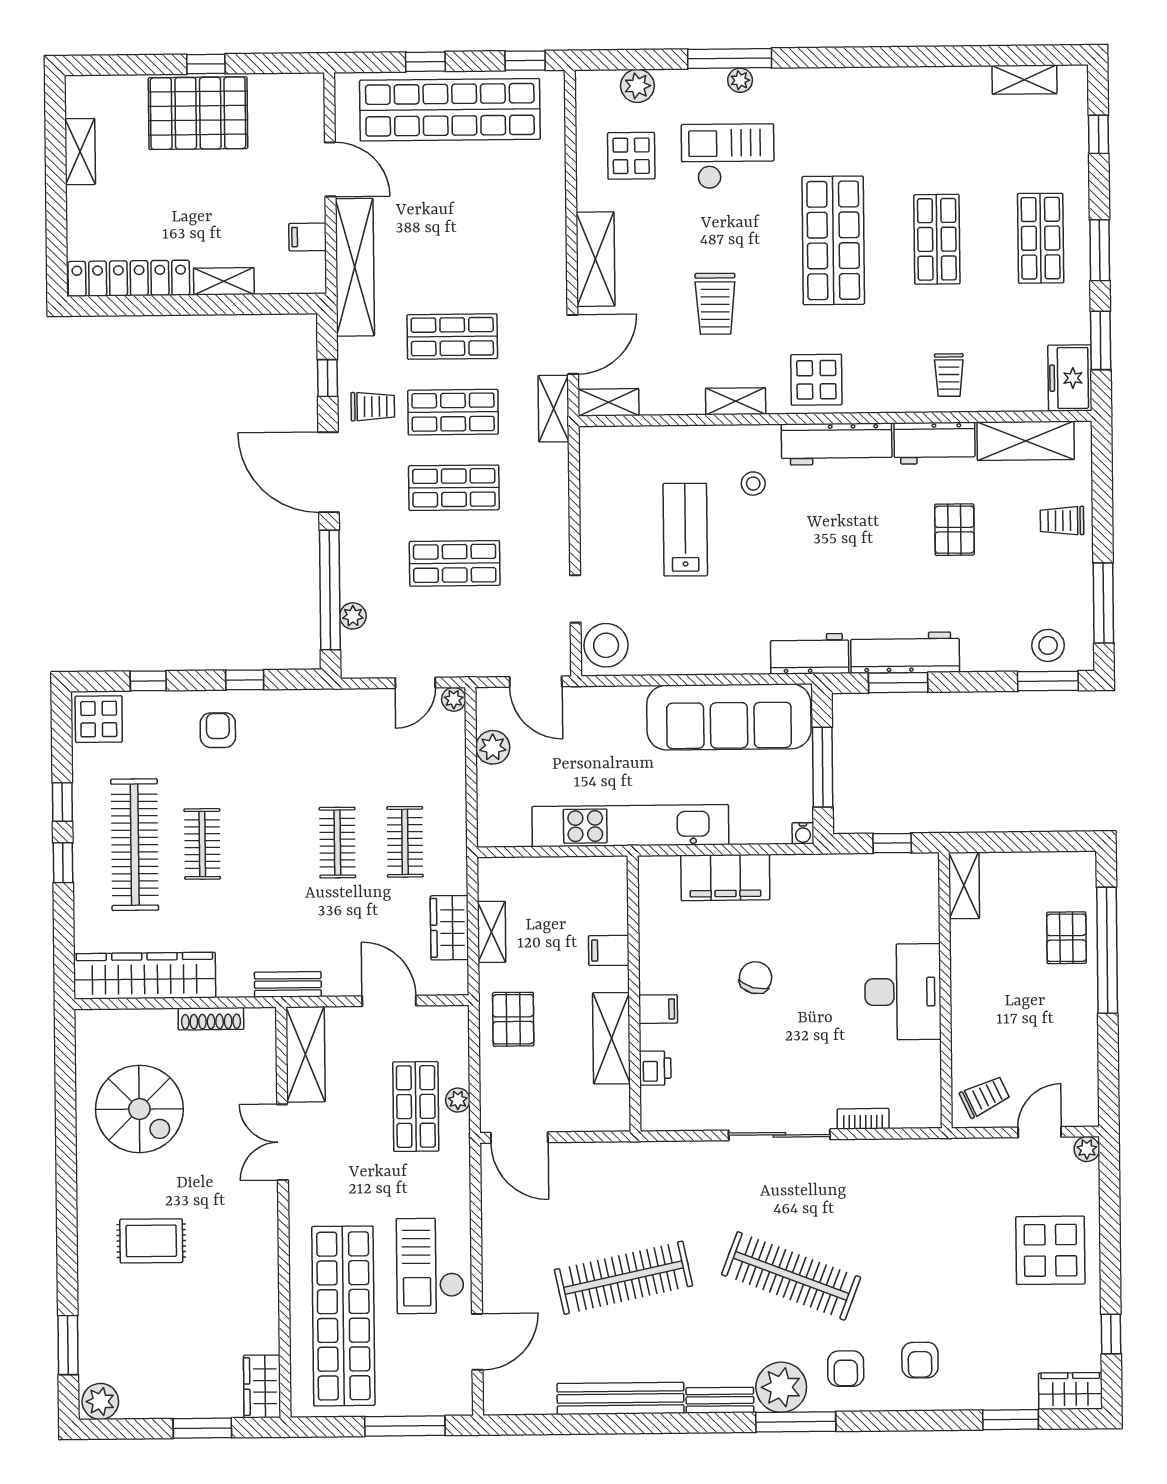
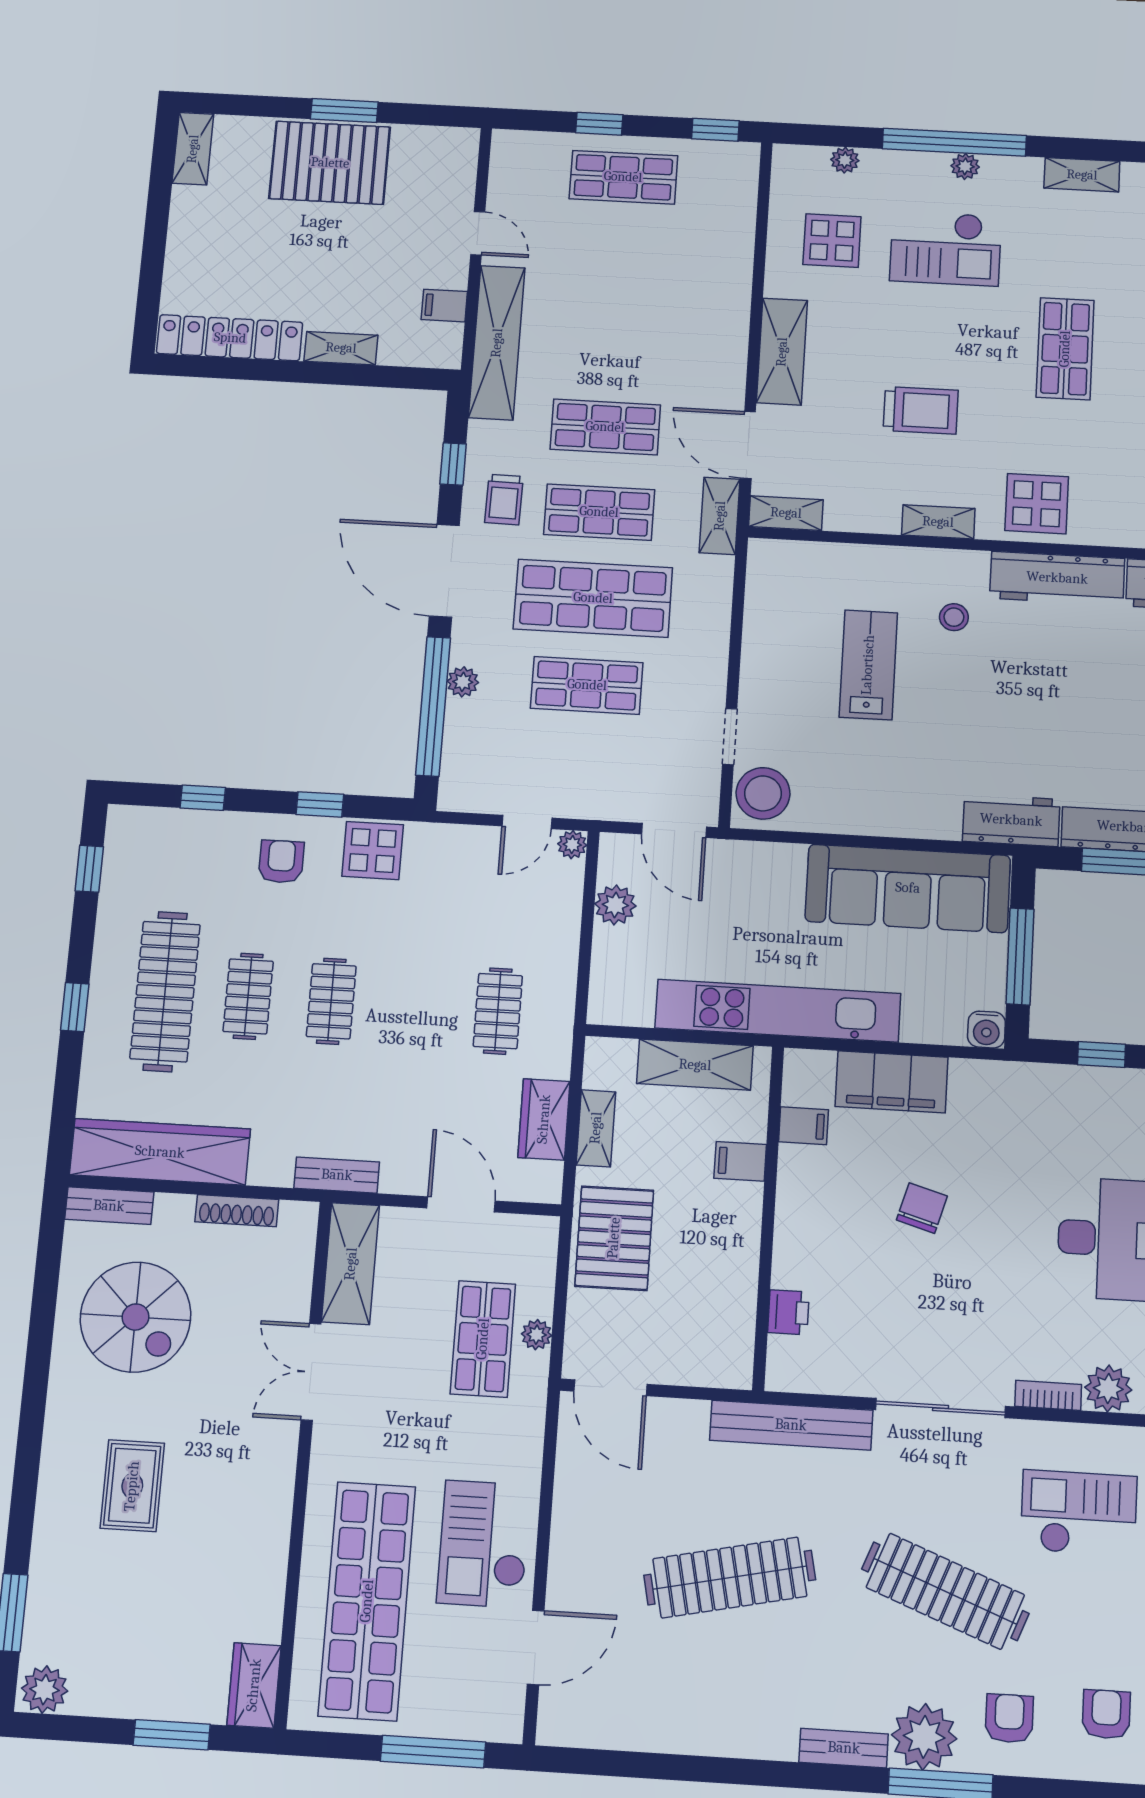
window: (730, 59) -> (954, 142), width x1.46
window: (206, 64) -> (344, 110), width x1.50
shelving: (840, 81) -> (1082, 175), added
plant: (637, 86) -> (845, 160), width x0.73, depth x0.73
shop shelf: (450, 110) -> (623, 177), width x0.50, depth x0.74
shelving: (80, 152) -> (193, 149), moved
checkout: (728, 156) -> (946, 248), turned 180
door: (330, 169) -> (478, 233), width x0.73
shop shelf: (833, 240) -> (1065, 349), width x0.70, depth x0.74
trolley: (715, 304) -> (921, 410), turned -90
door: (573, 344) -> (748, 445), swing flipped
trolley: (373, 407) -> (504, 500), turned 91
shop shelf: (454, 488) -> (593, 598), width x1.43, depth x1.36
plant: (353, 616) -> (463, 682), moved
display table: (99, 719) -> (373, 851), moved
window: (62, 802) -> (89, 869), moved
water cooler: (803, 833) -> (986, 1030), width x1.38, depth x1.38
clothes rail: (337, 843) -> (331, 1001), moved
filing cabinet: (658, 1009) -> (804, 1126), moved
pallet: (513, 1019) -> (614, 1238), width x1.50, depth x1.42
bench: (109, 1022) -> (109, 1206), added
shelving: (611, 1038) -> (695, 1065), moved, turned 90
plant: (910, 1110) -> (1108, 1389), added
checkout: (891, 1208) -> (1079, 1513), added
rug: (151, 1241) -> (132, 1486), turned 90
armchair: (920, 1360) -> (1106, 1714), turned 180
armchair: (846, 1369) -> (1009, 1718), turned 180
bench: (620, 1398) -> (791, 1425), moved

